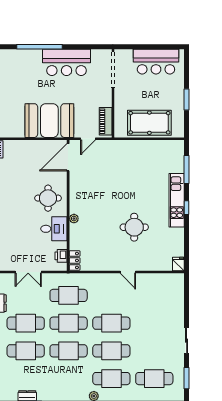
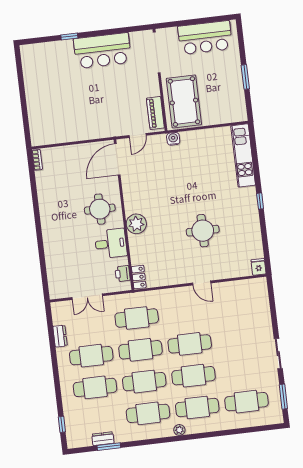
window: (40, 47) -> (69, 37), width x0.32
booth: (49, 121) -> (91, 120), removed
pool table: (149, 123) -> (184, 102), moved, turned 90
water cooler: (118, 145) -> (173, 139), added
window: (187, 169) -> (255, 157), removed
kitchen unit: (177, 200) -> (243, 155), moved
plant: (74, 219) -> (136, 224), width x1.88, depth x1.88
cafe table: (69, 379) -> (148, 413), added

